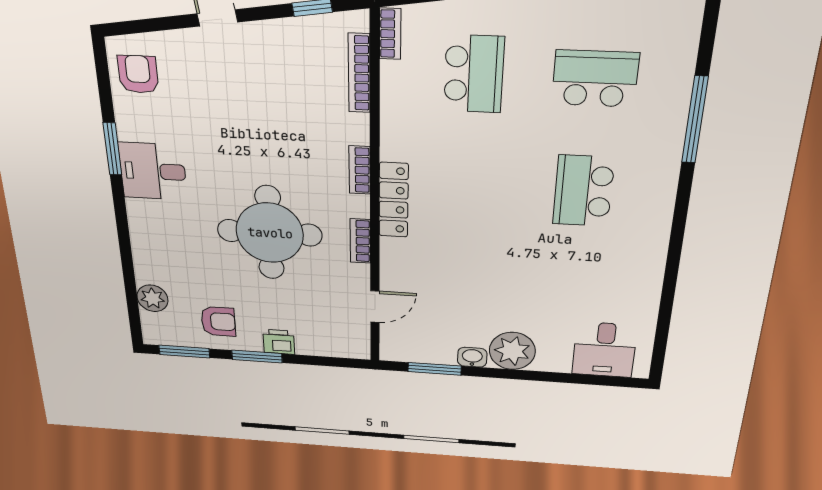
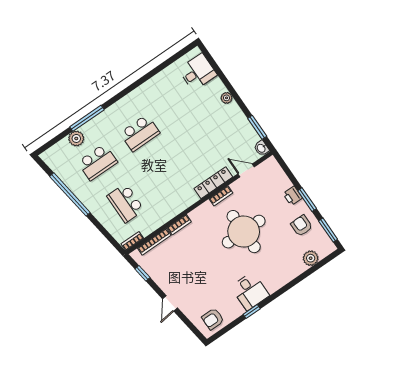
plant: (675, 72) -> (76, 138), added
school desk: (474, 74) -> (126, 203), turned -90
school desk: (595, 79) -> (97, 162), turned -90
window: (112, 149) -> (252, 312), width x0.67
bookcase: (360, 170) -> (179, 225), moved
locker: (394, 200) -> (213, 183), moved
plant: (512, 351) -> (227, 98), width x0.53, depth x0.53
washbasin: (472, 357) -> (261, 148), moved

